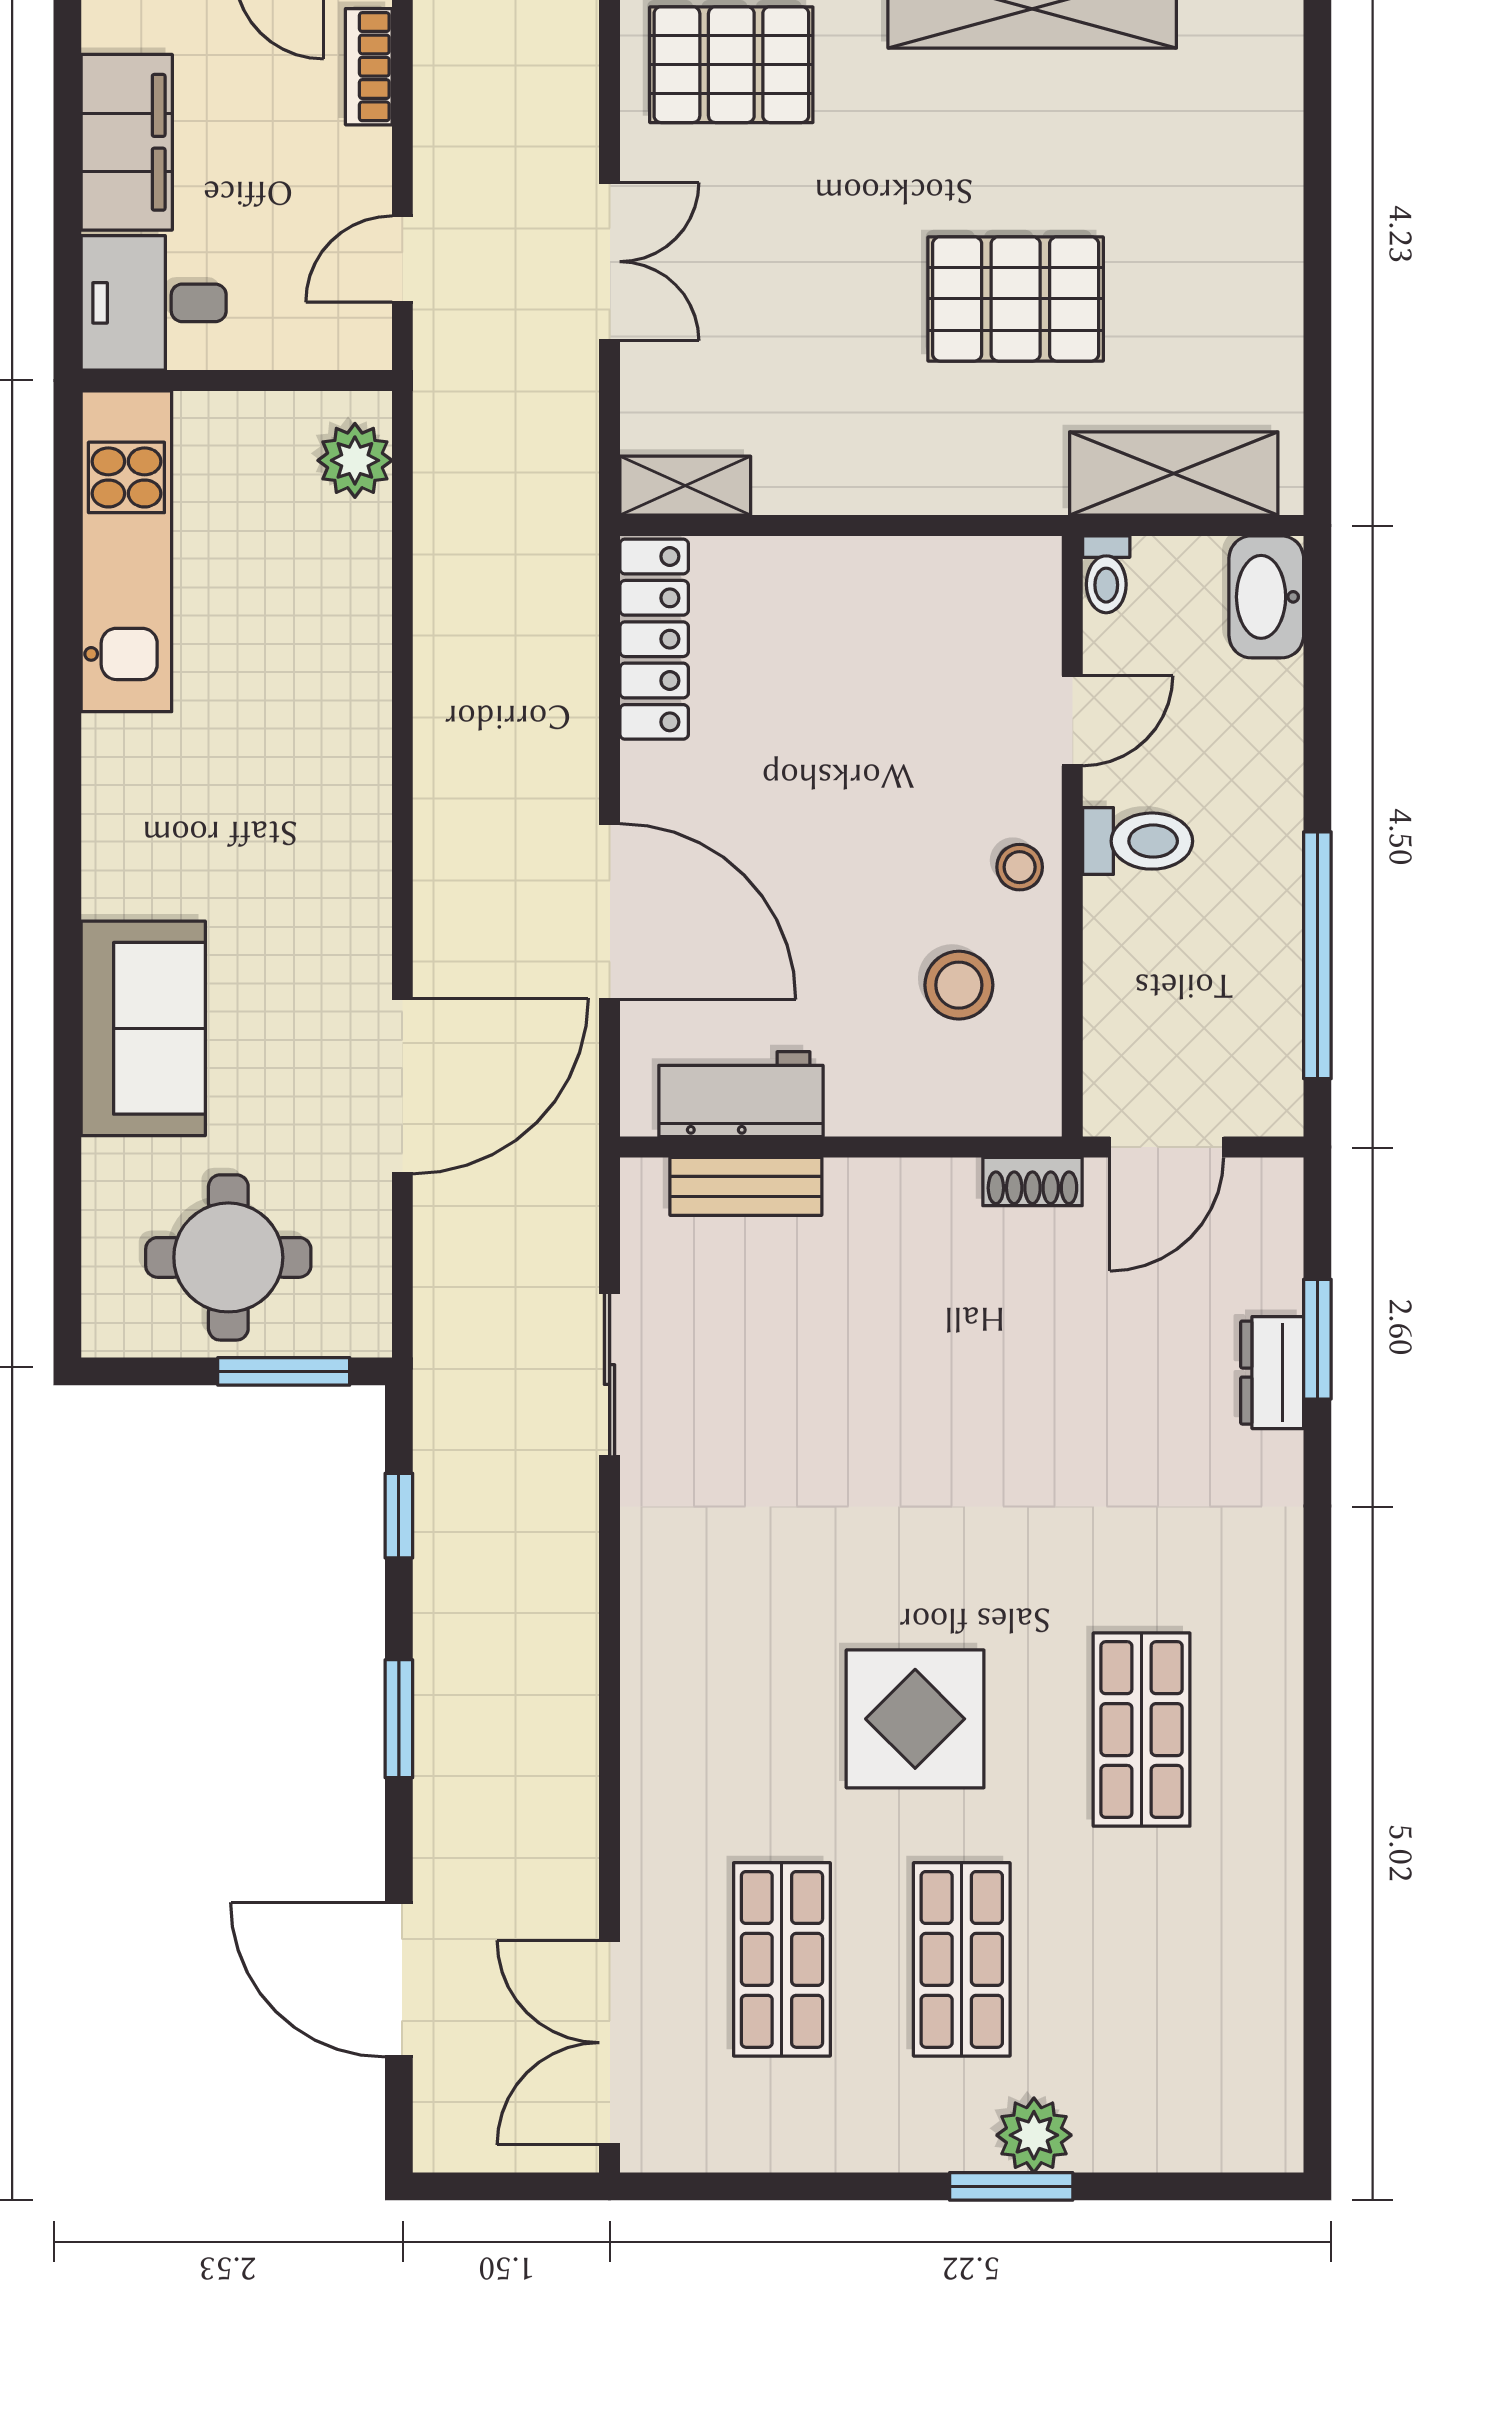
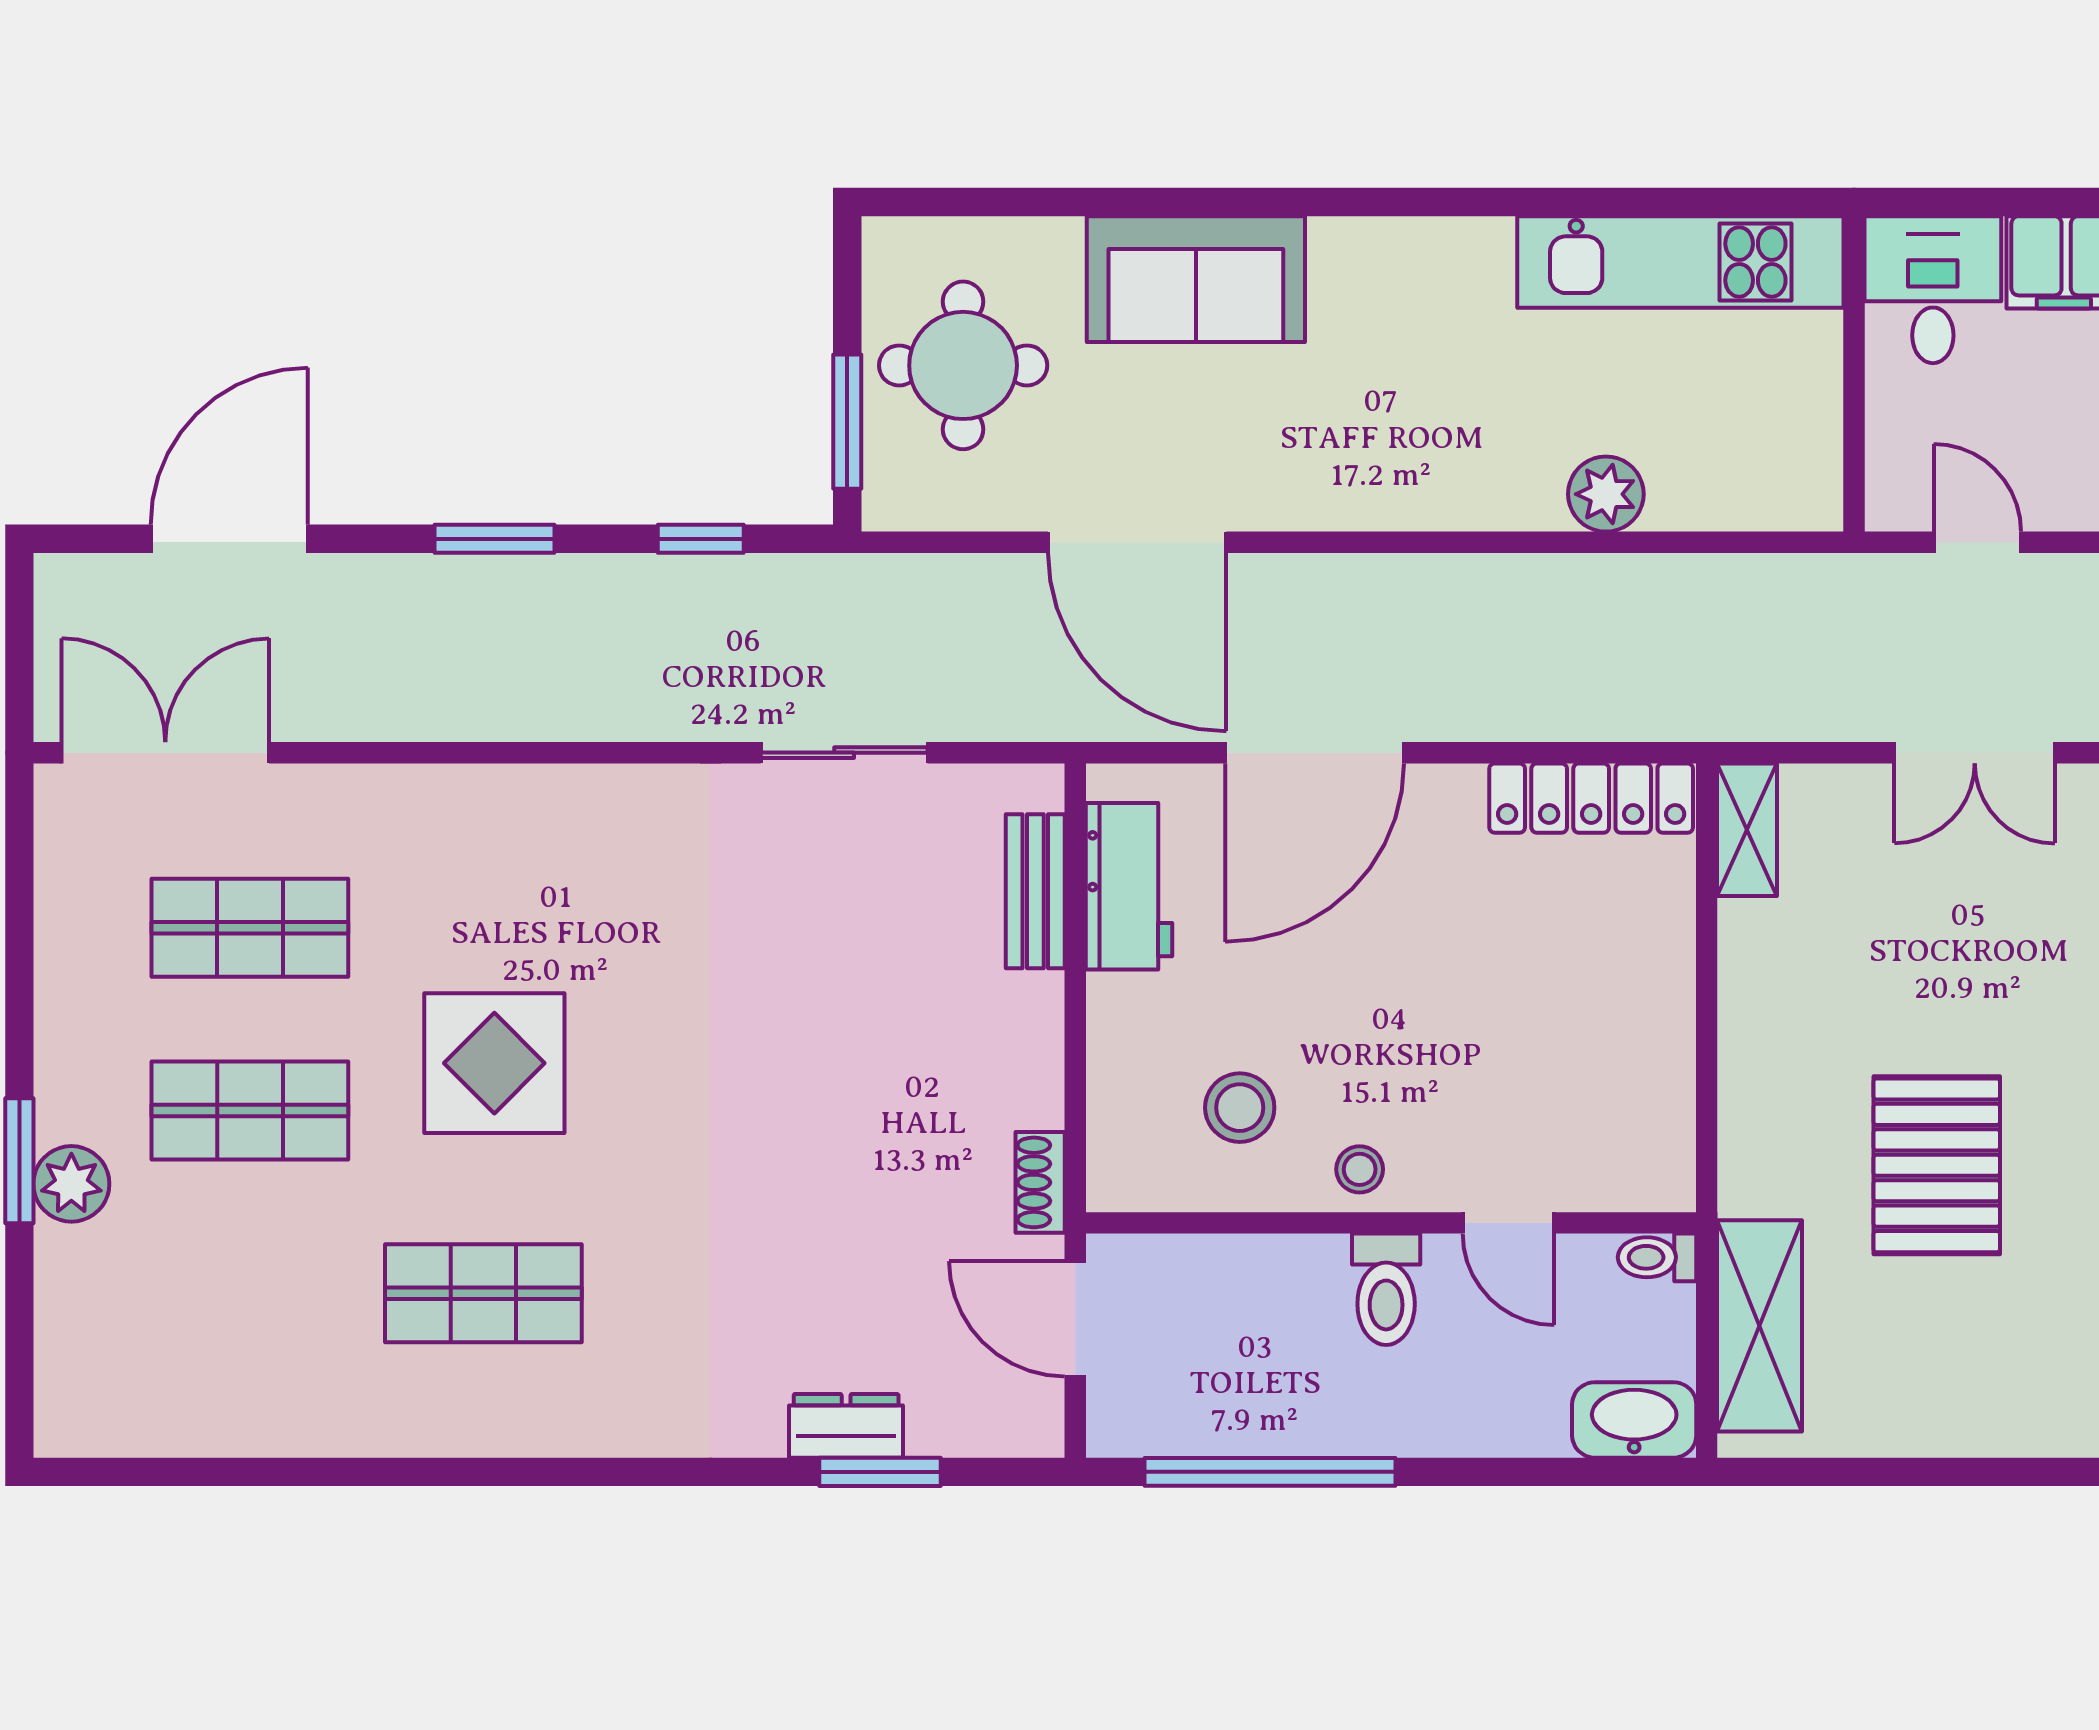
plant: (355, 460) -> (1606, 494), moved

